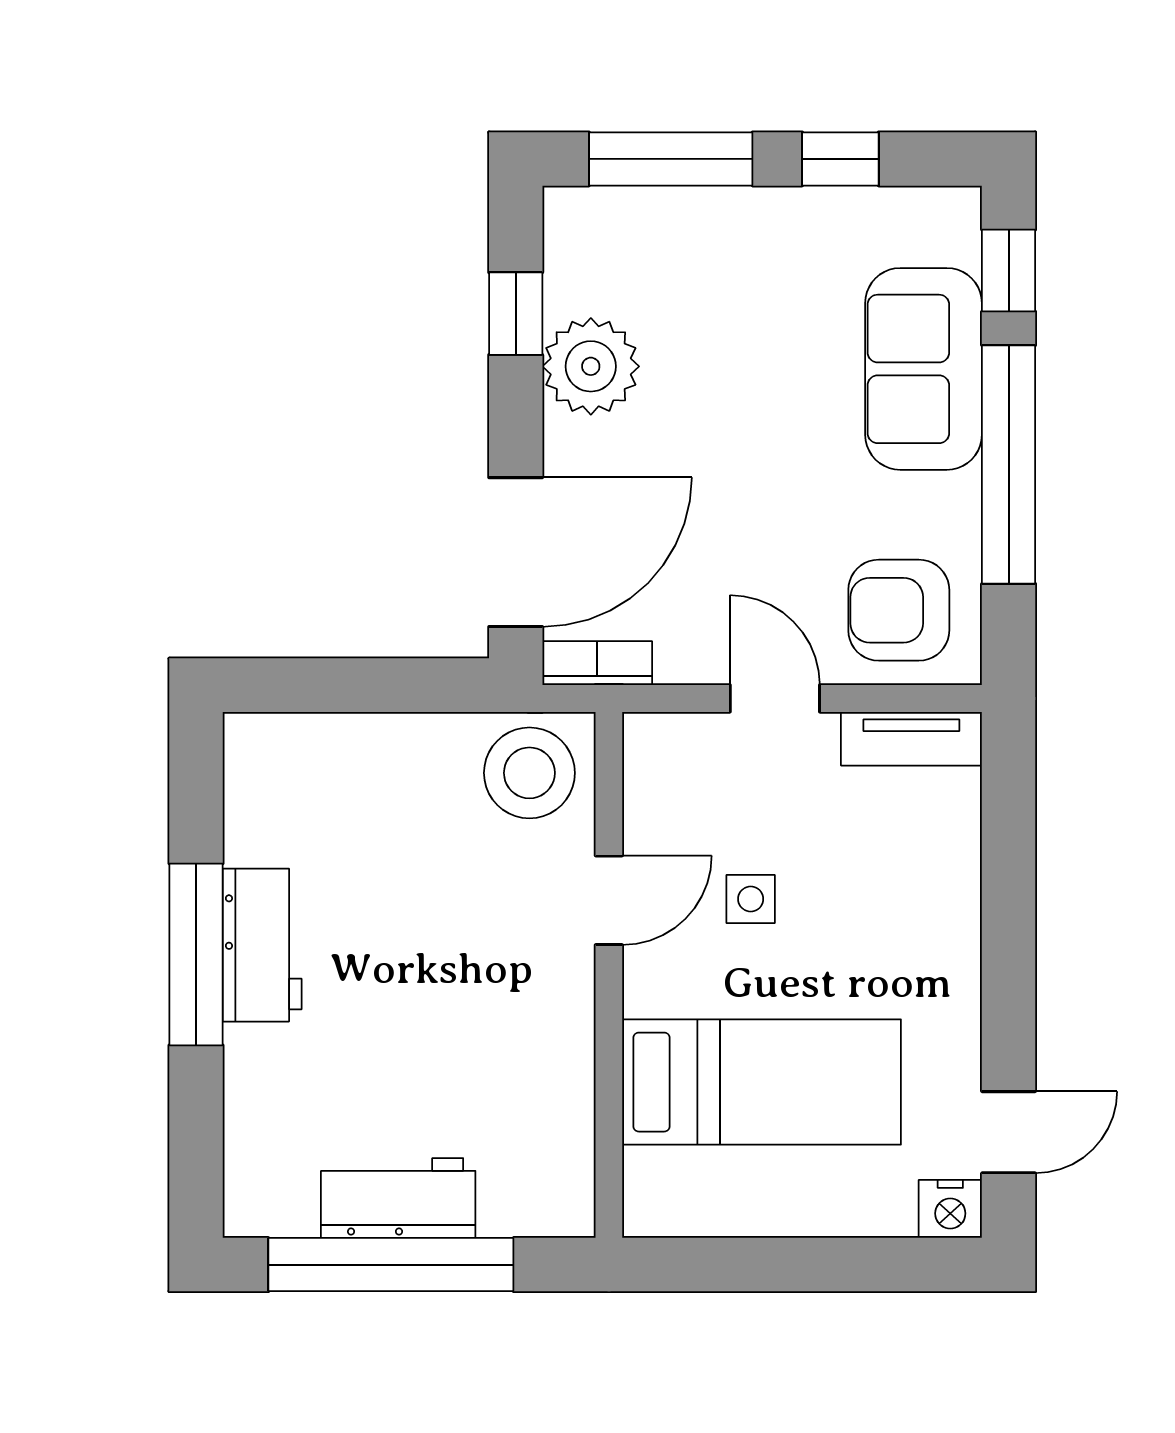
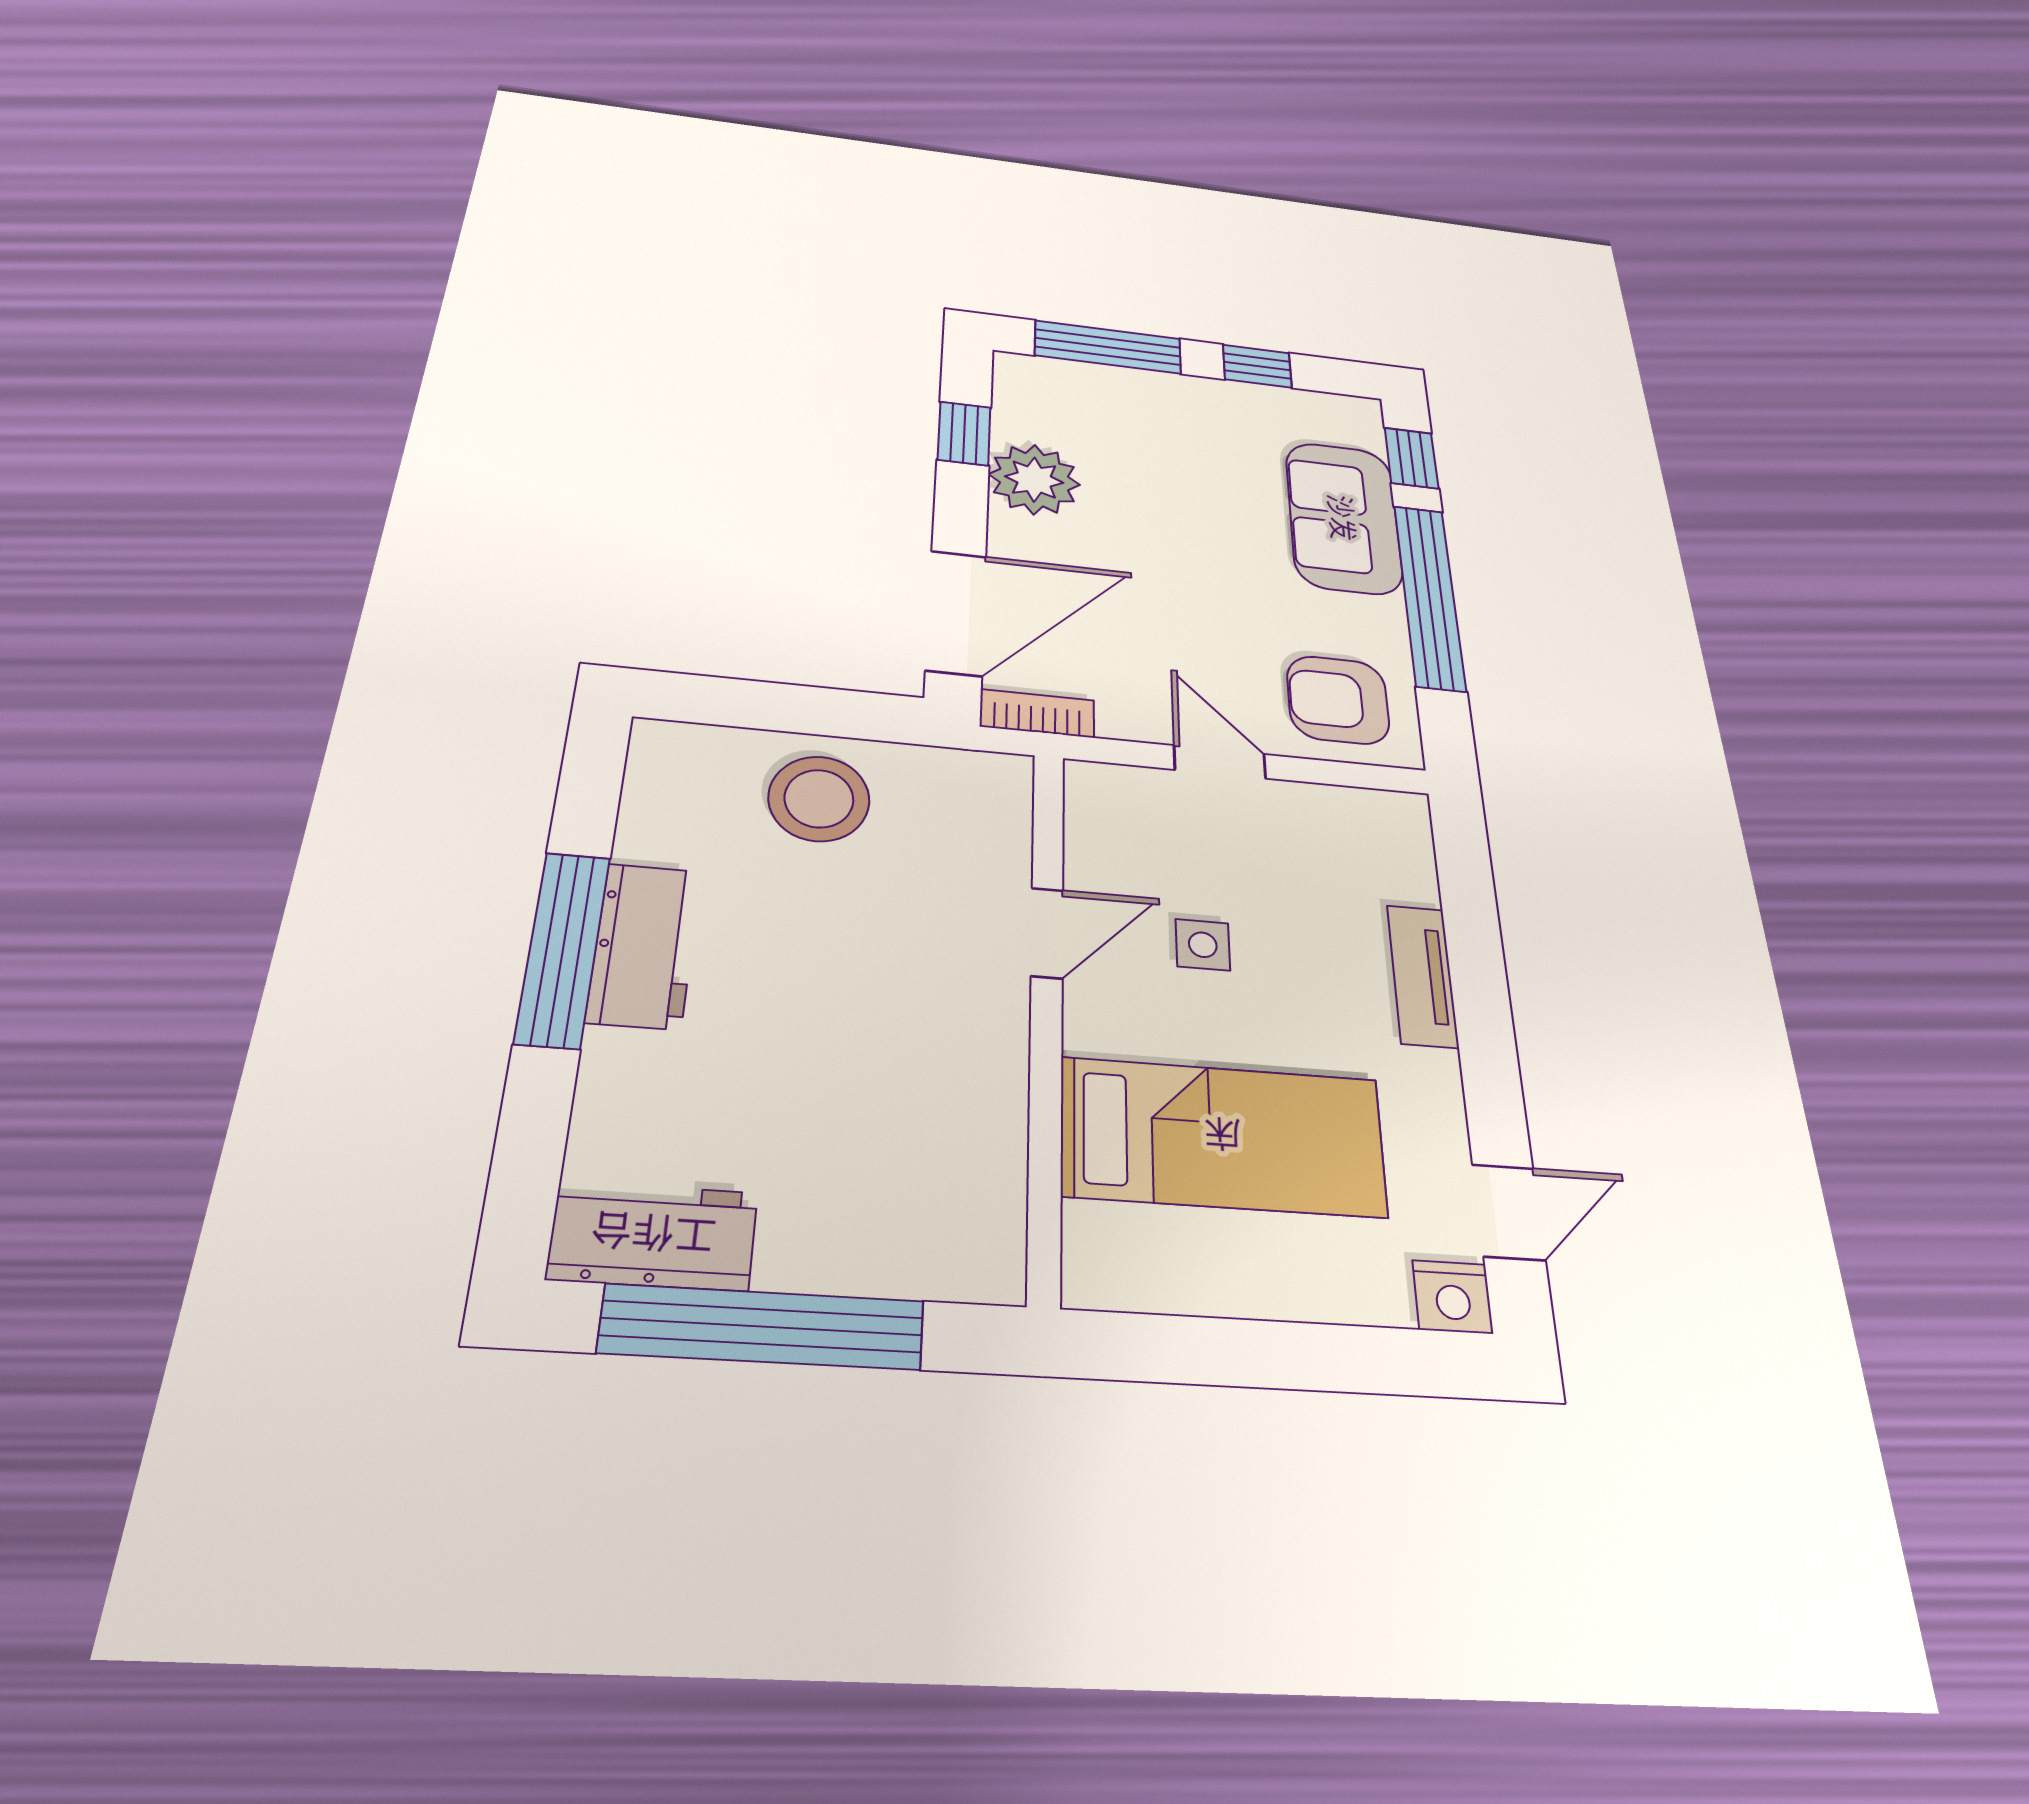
tv unit: (911, 739) -> (1422, 976), moved, turned 90
stool: (529, 773) -> (819, 799), moved
workbench: (398, 1198) -> (653, 1236), moved

